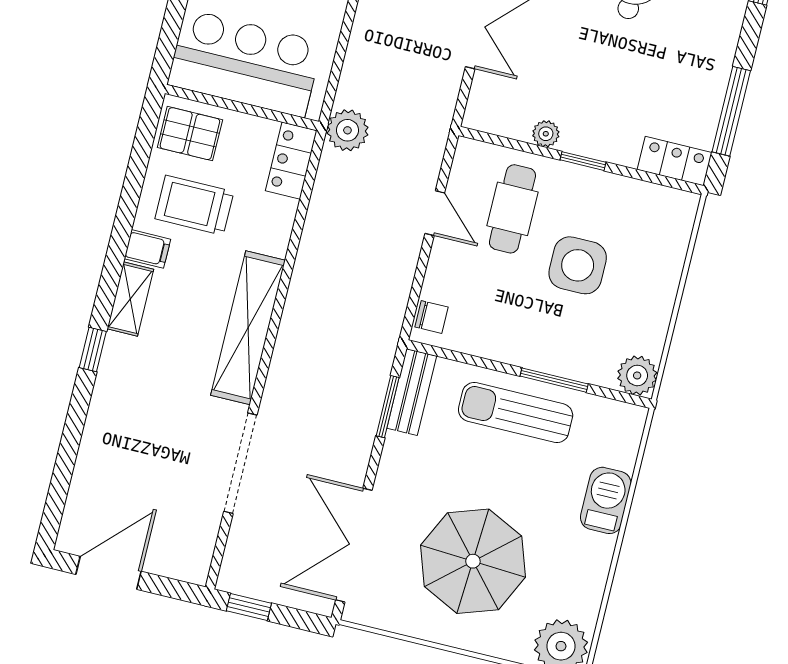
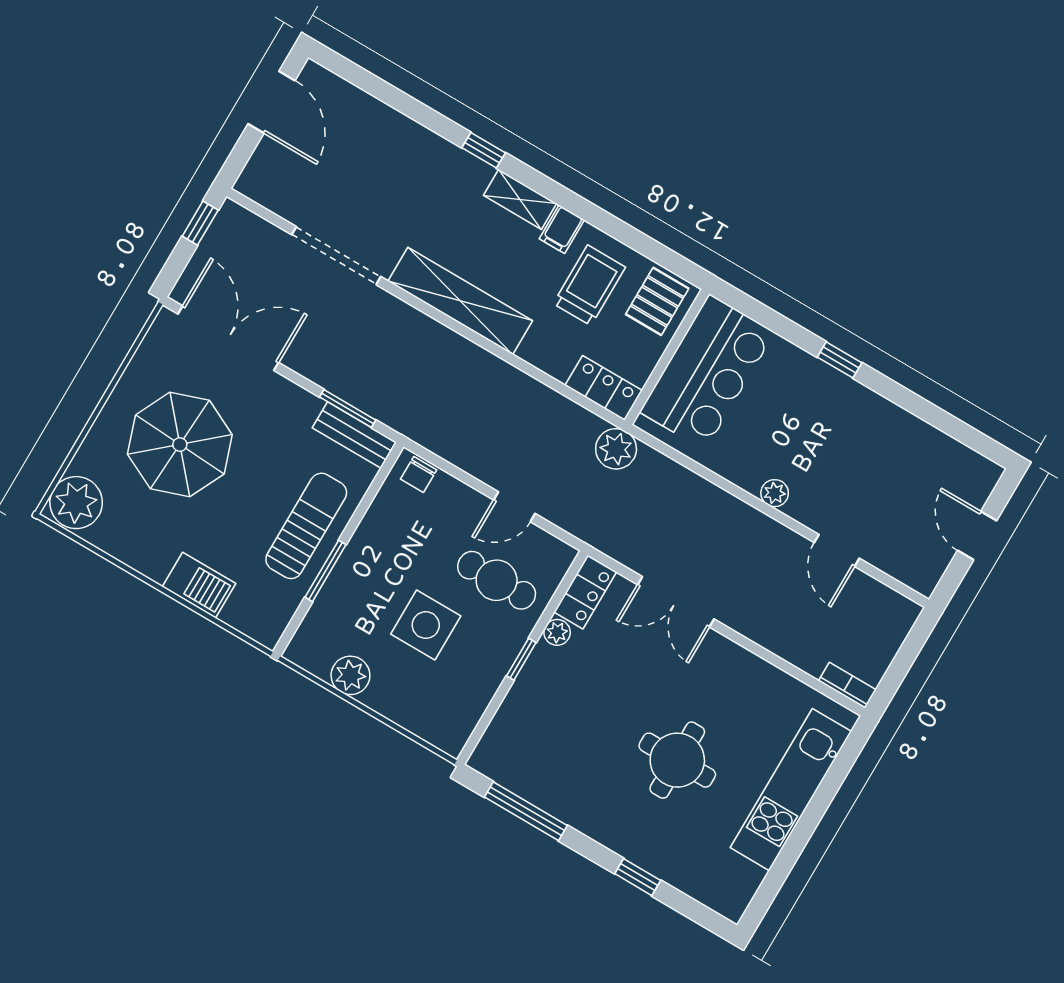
locker: (675, 161) -> (585, 592), moved
plant: (637, 375) -> (350, 675), moved

